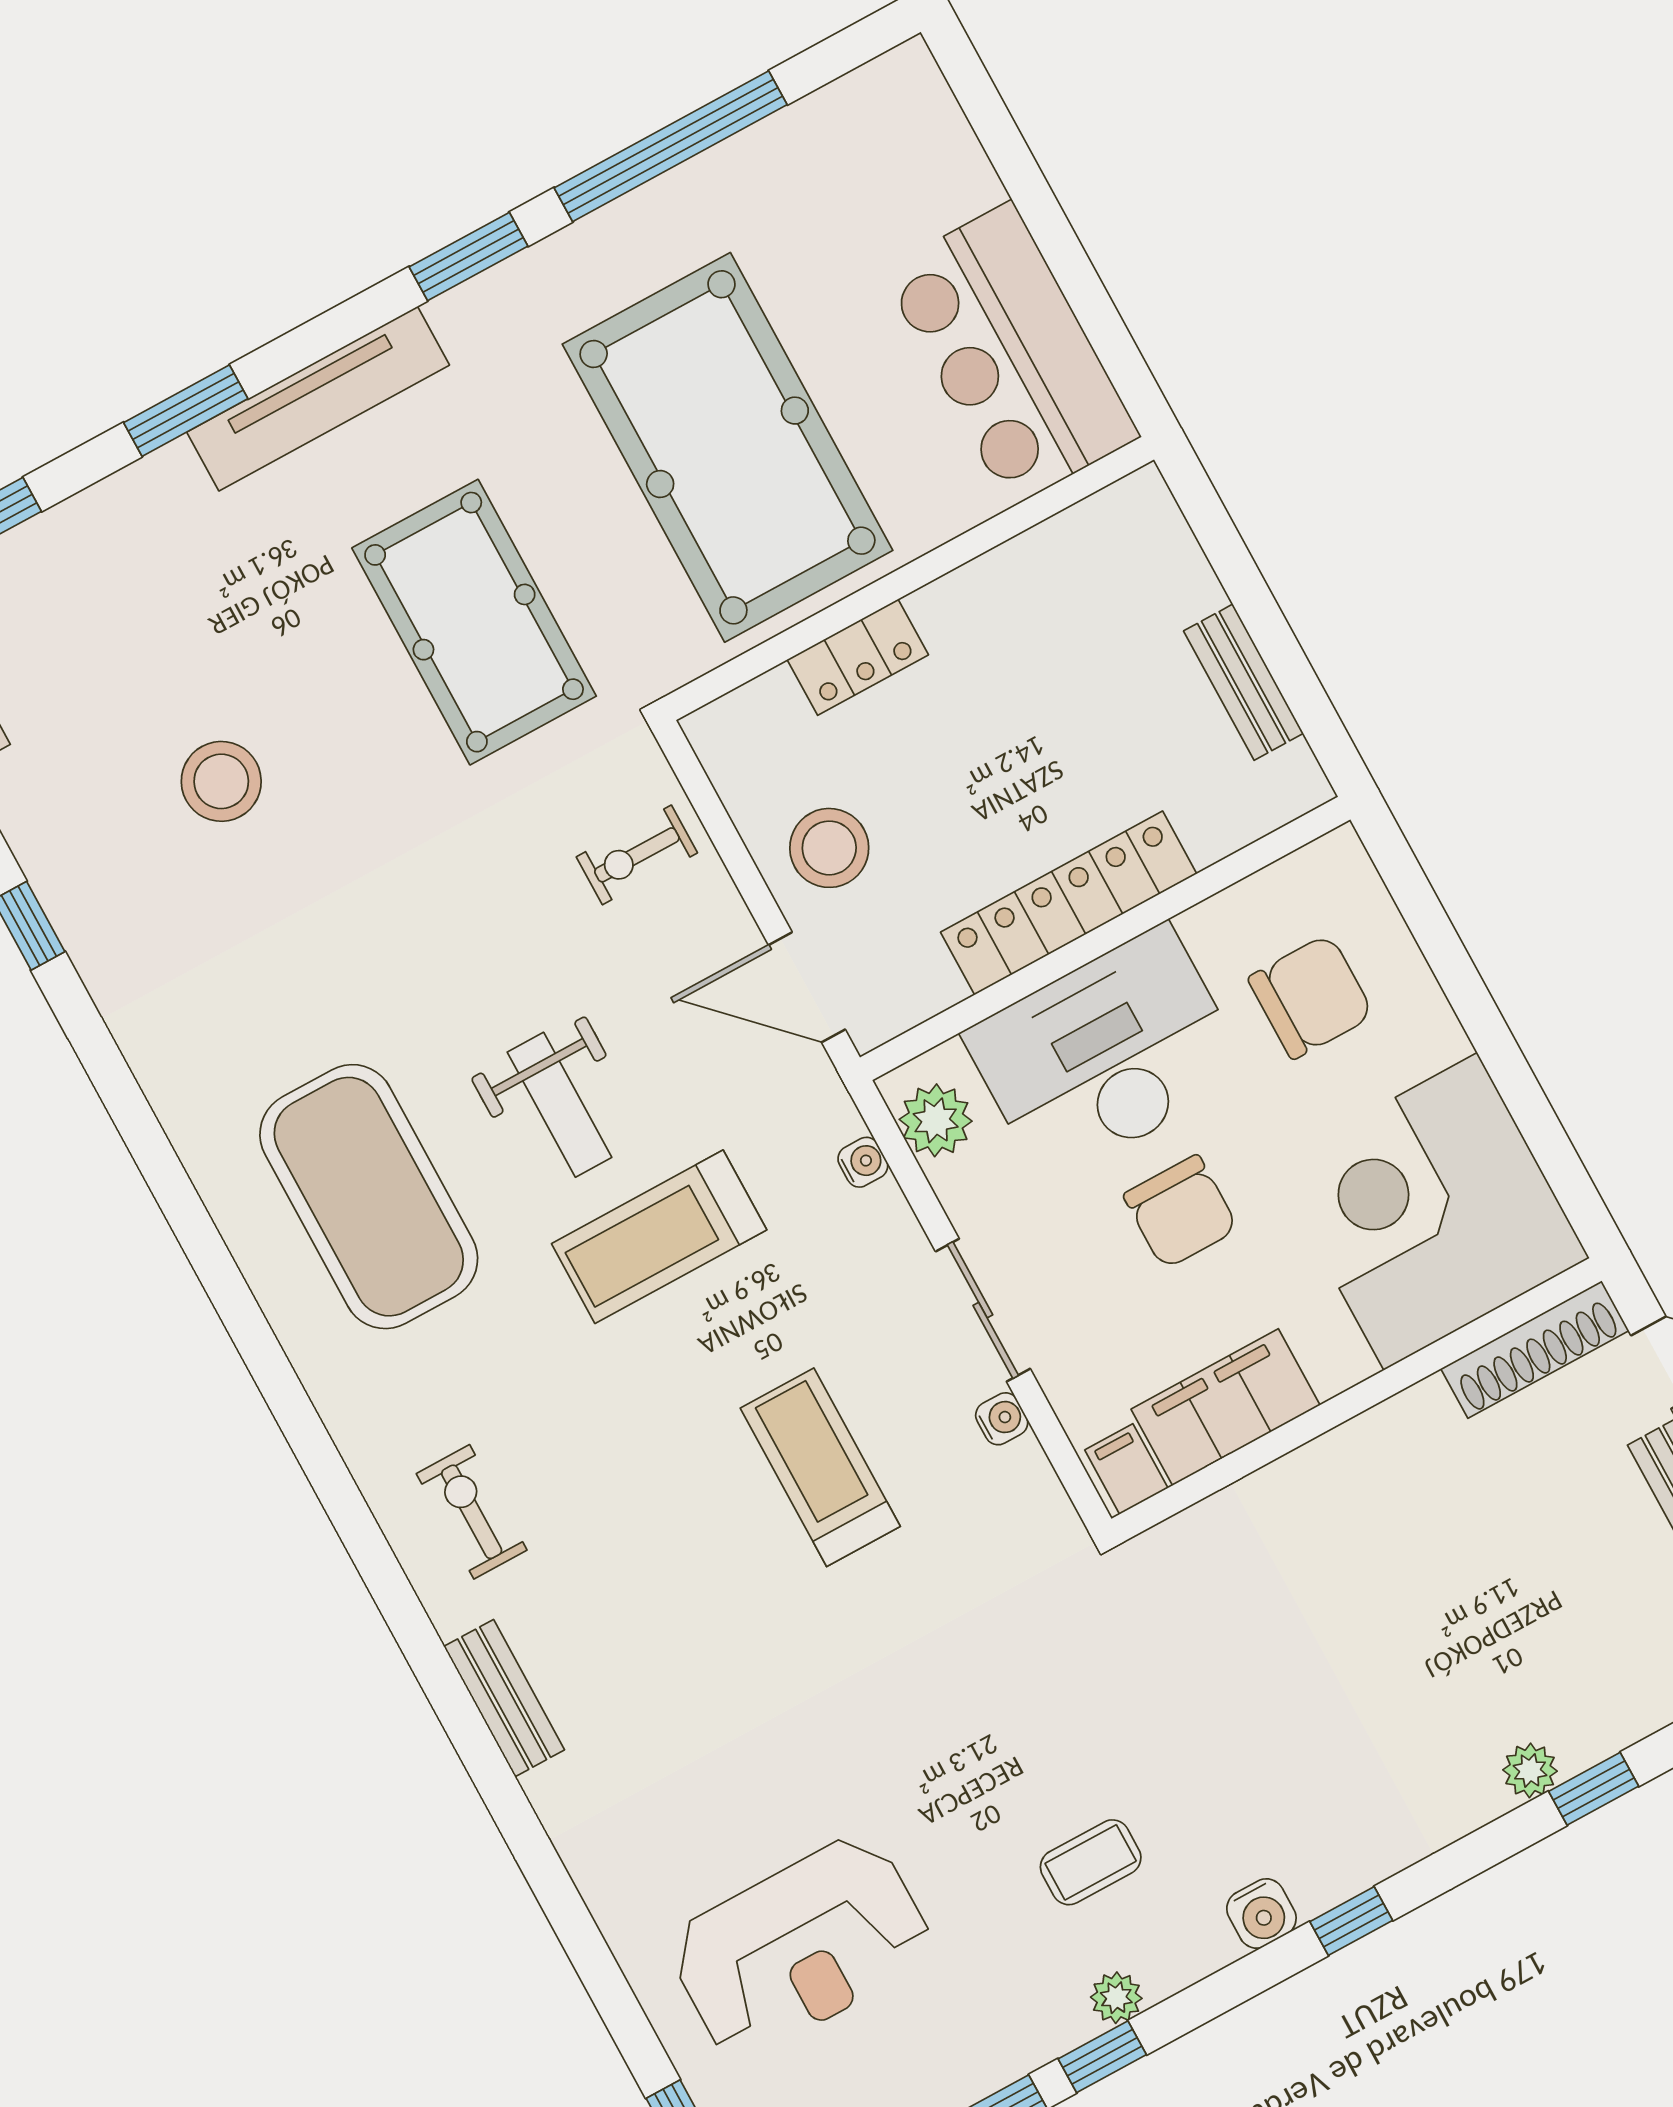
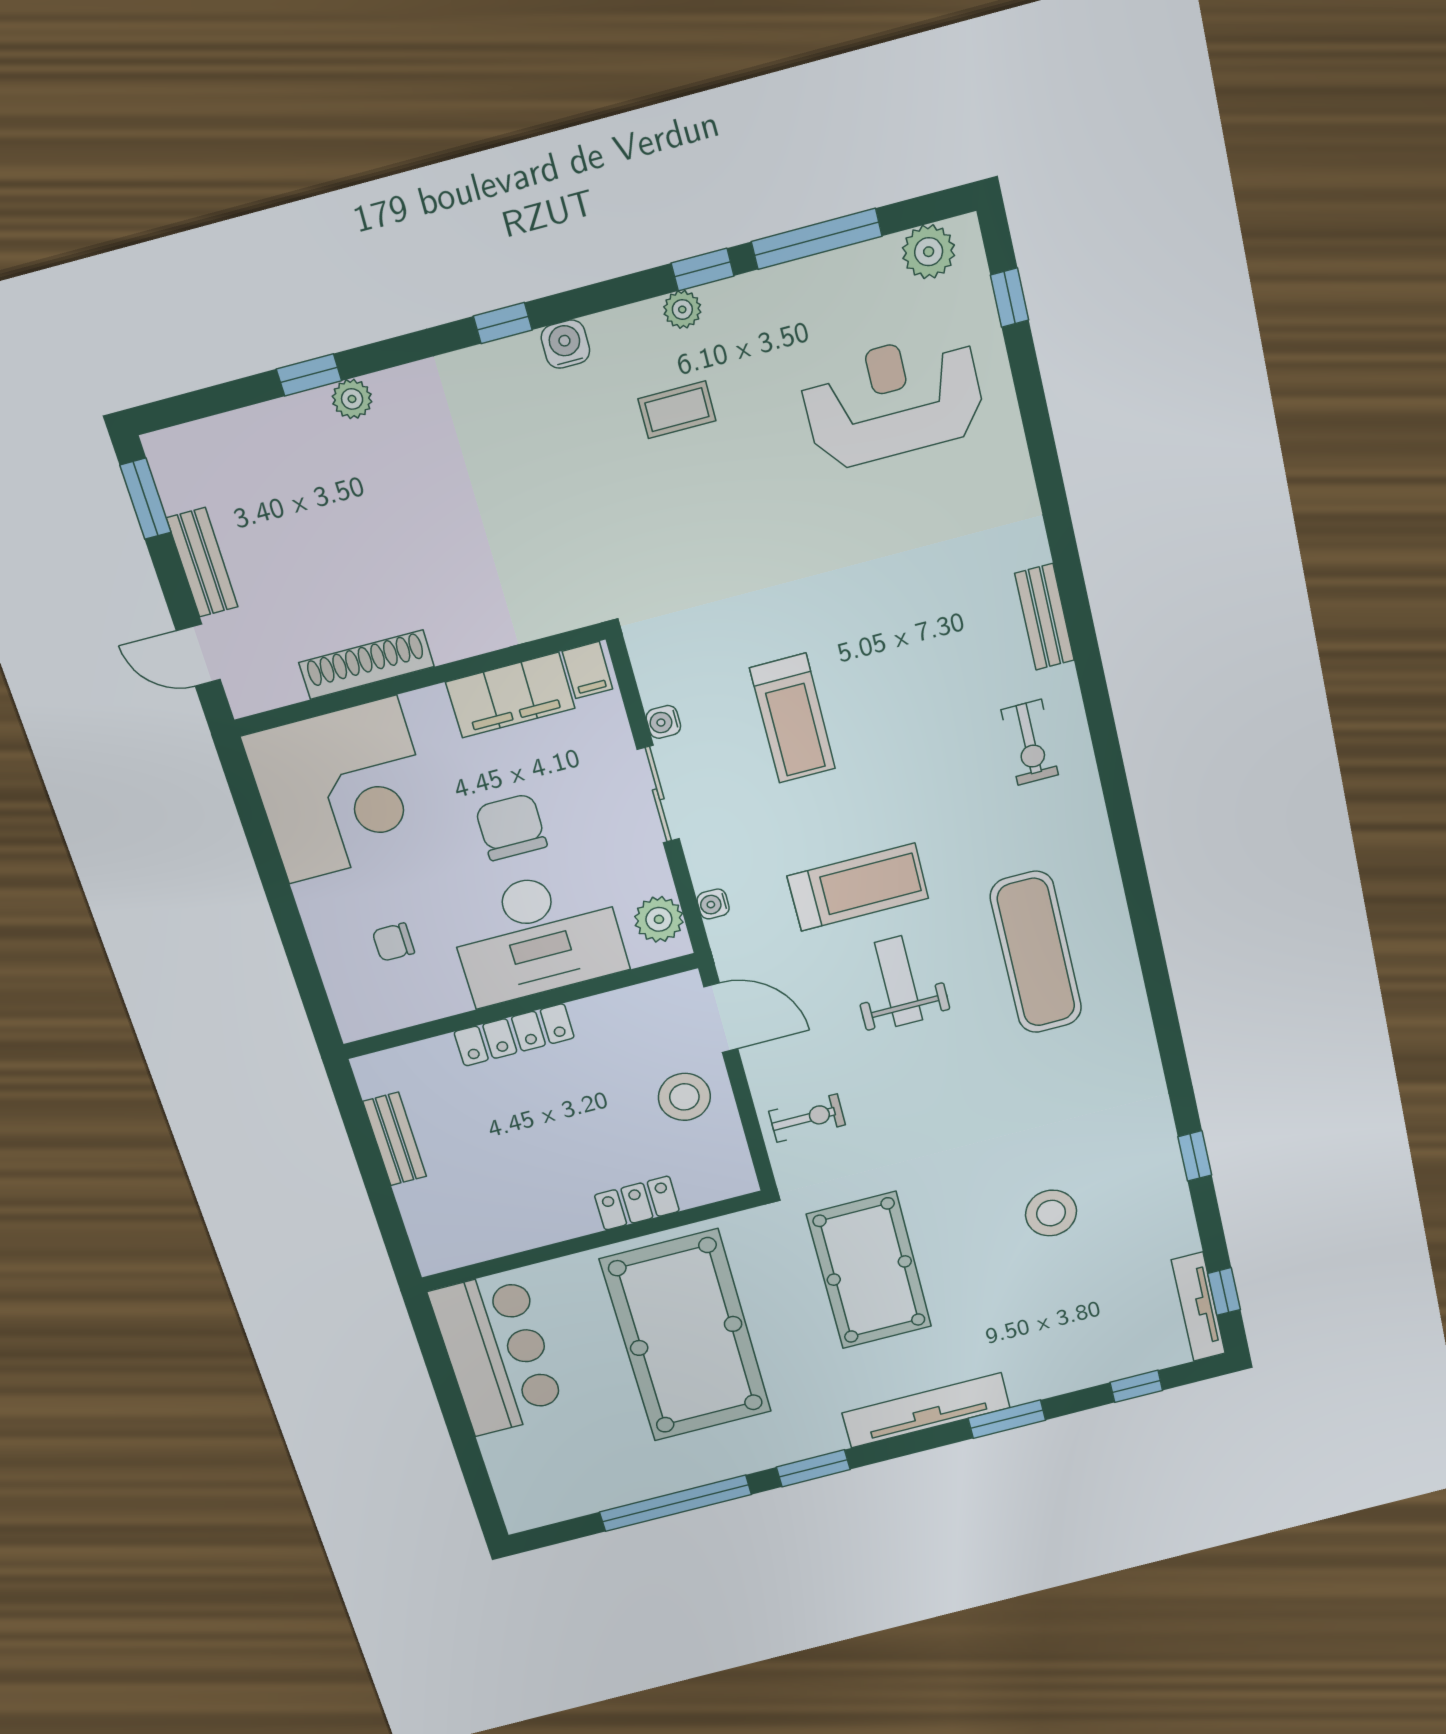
locker: (1069, 903) -> (514, 1035), width x0.71, depth x0.83
chair: (1311, 997) -> (393, 942), width x0.54, depth x0.54
exercise mat: (369, 1197) -> (1036, 952), width x0.68
shoe rack: (1535, 1350) -> (367, 665), moved

